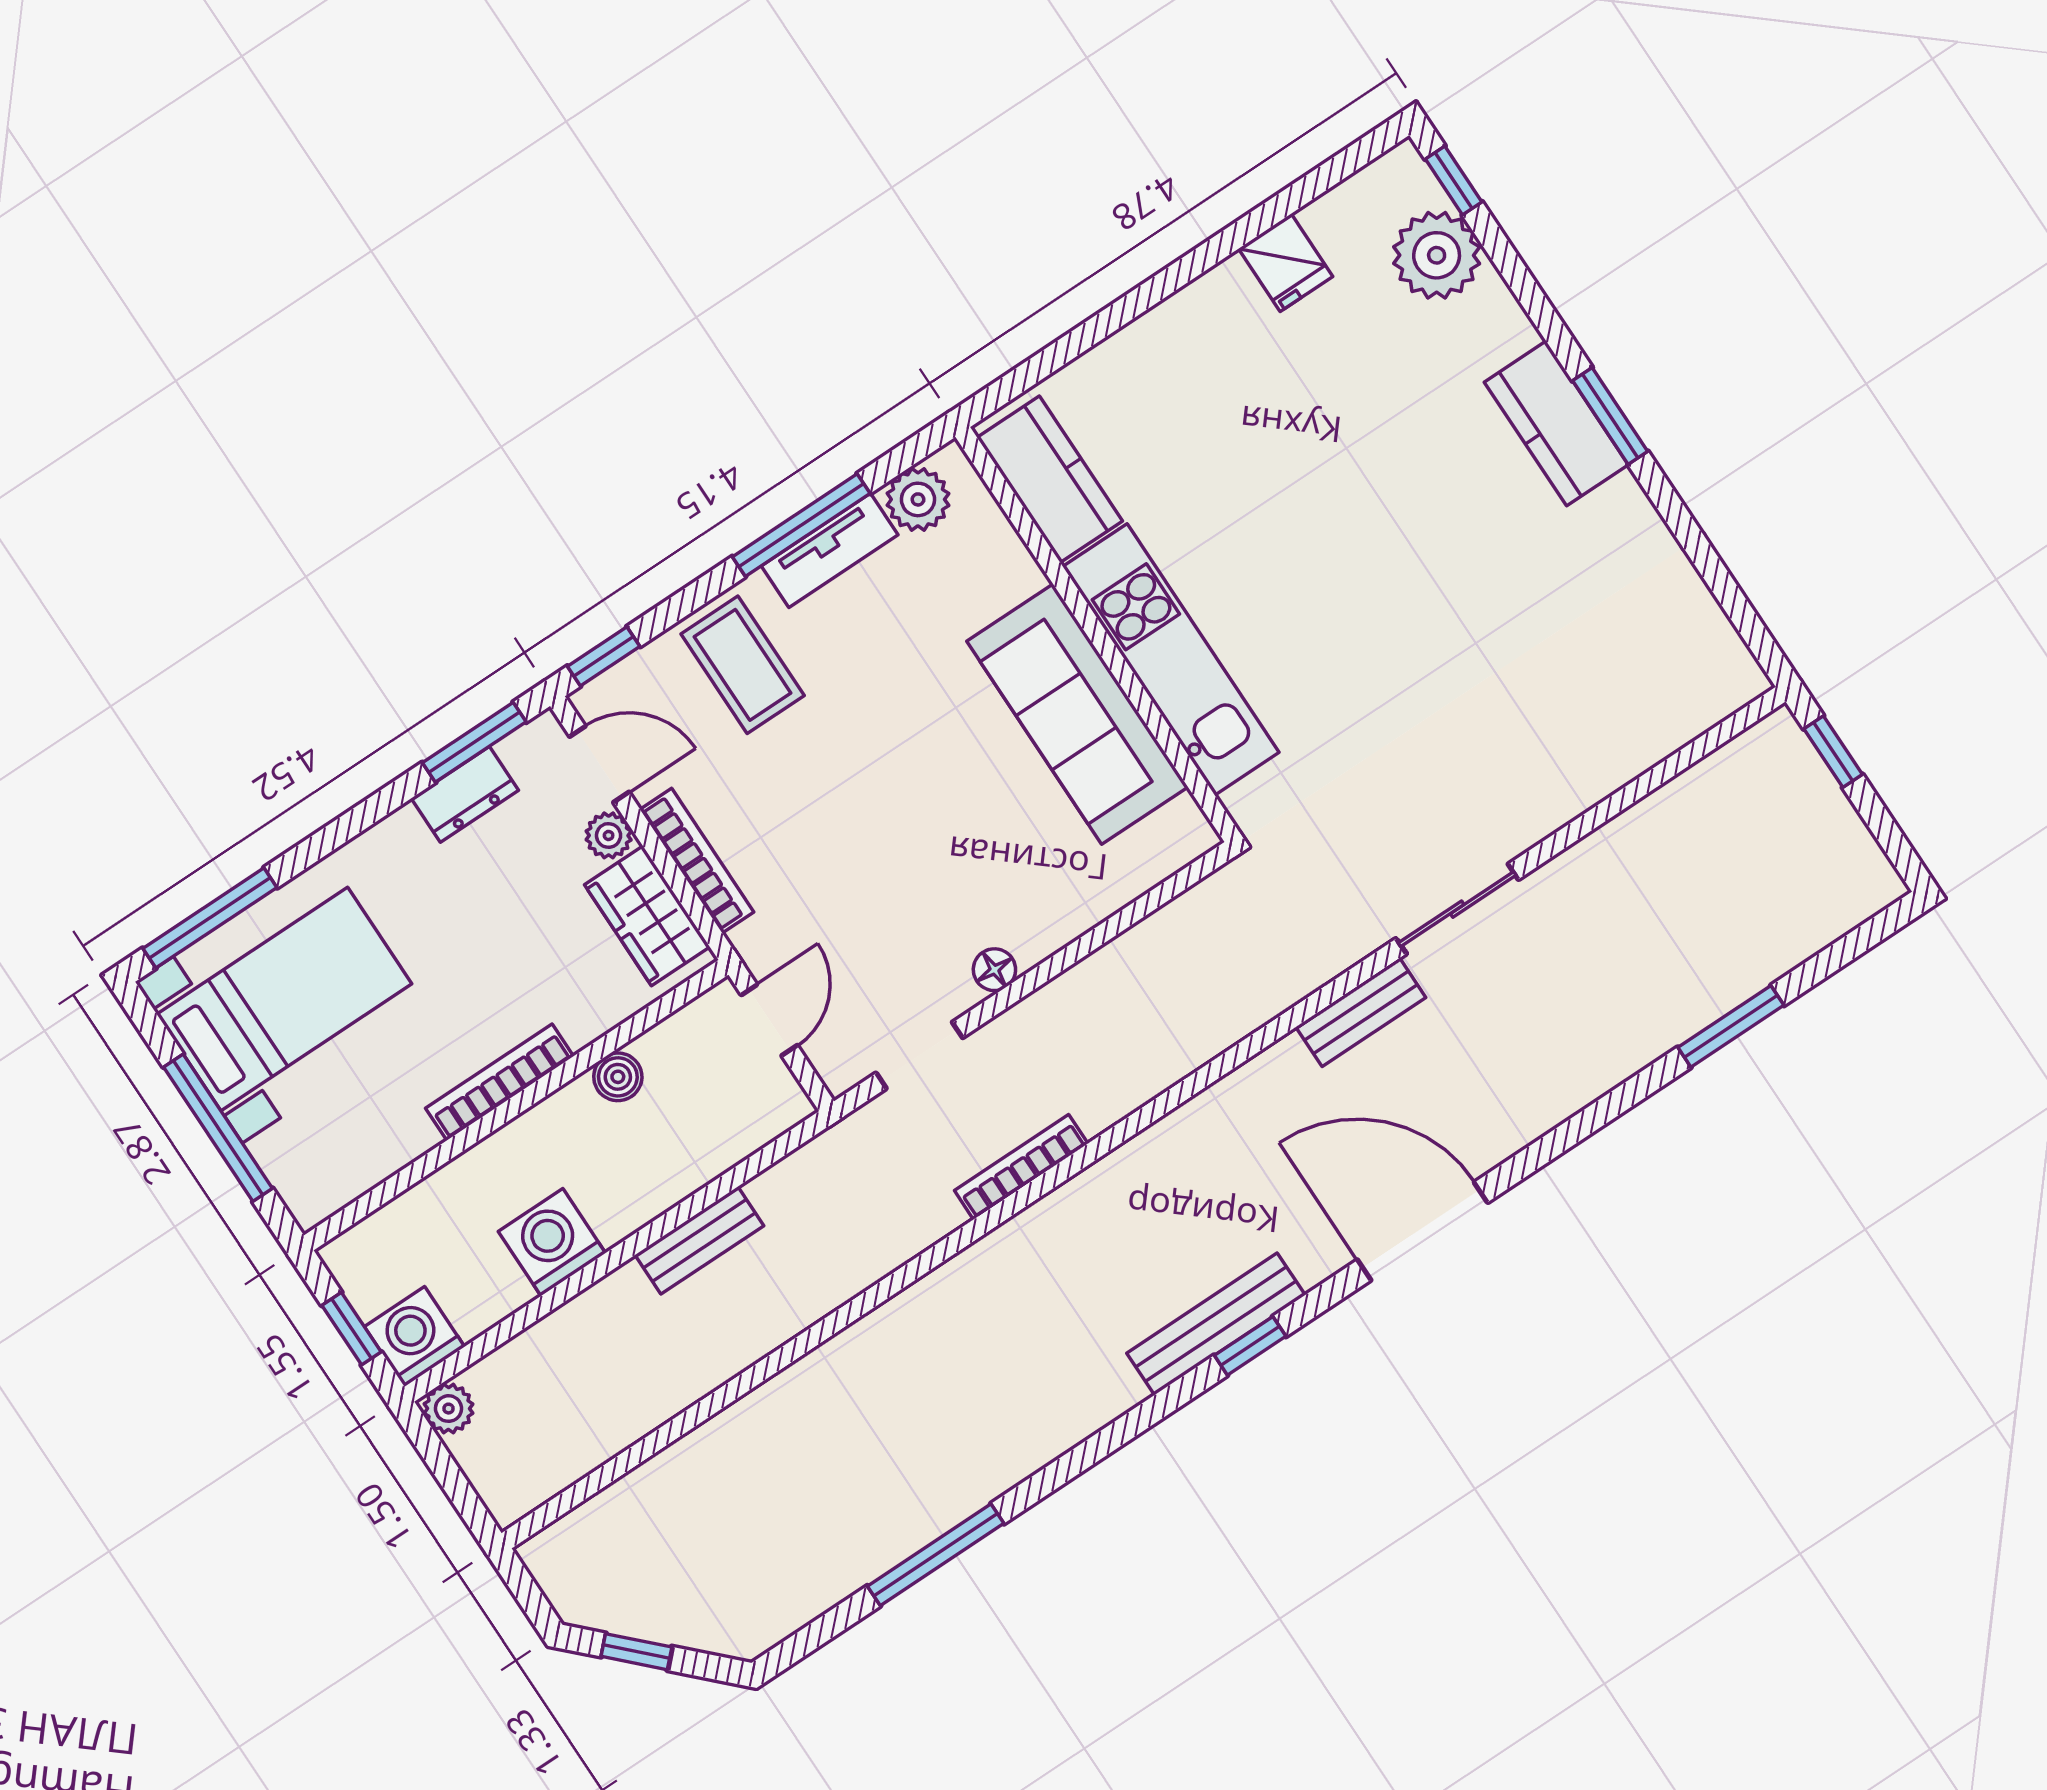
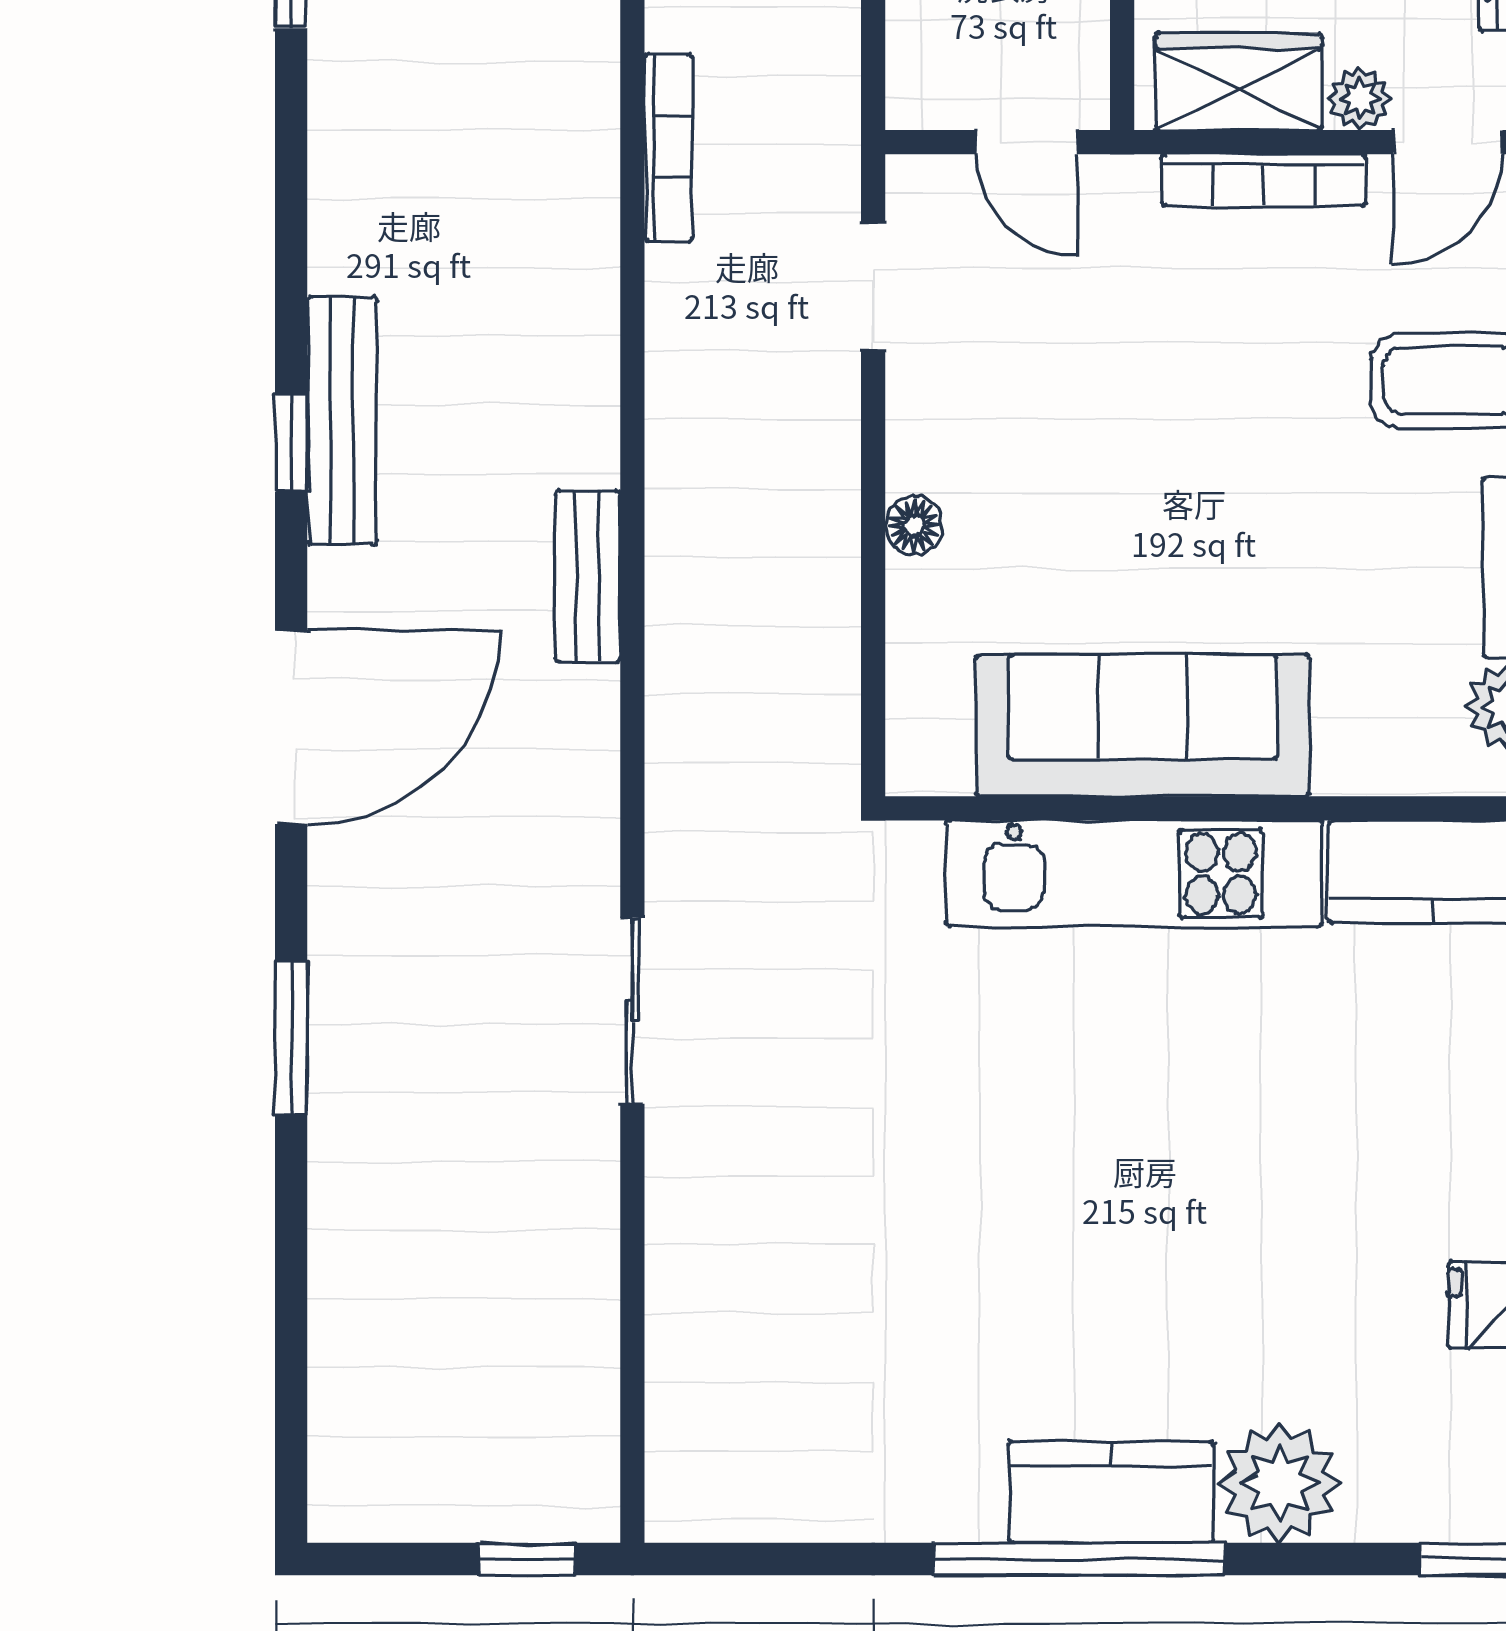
plant: (1437, 255) -> (1279, 1483), moved
window: (1610, 416) -> (1079, 1559), width x2.11
floor lamp: (994, 970) -> (914, 526), moved
bench: (1361, 1012) -> (588, 576), moved
window: (1731, 1026) -> (291, 1037), moved
bookcase: (1021, 1167) -> (668, 147), moved

